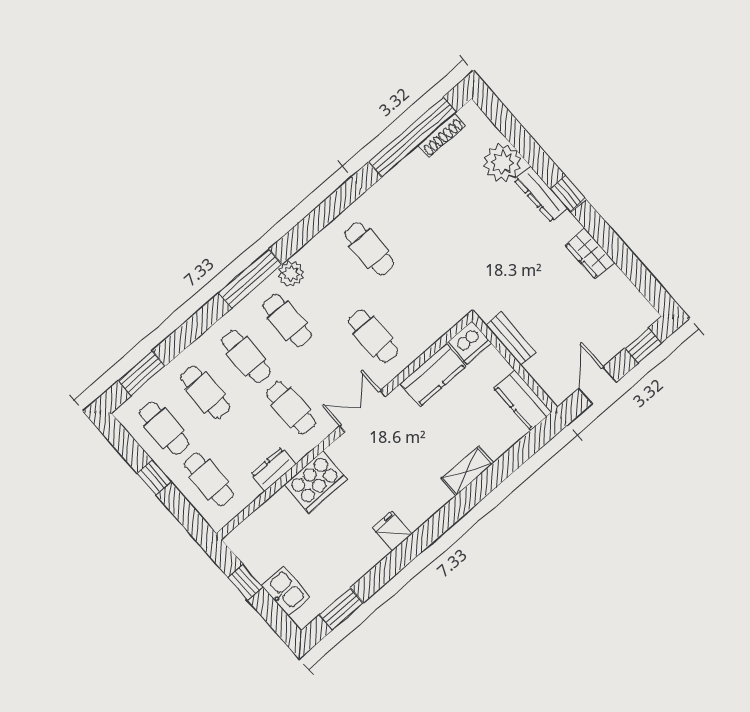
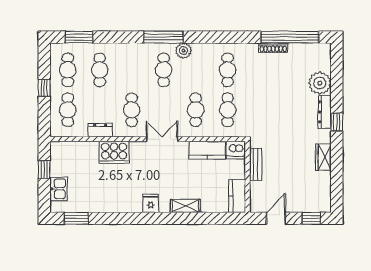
shoe rack: (442, 136) -> (273, 48), moved
cafe table: (246, 356) -> (228, 110), moved
fridge: (392, 531) -> (151, 203), moved

